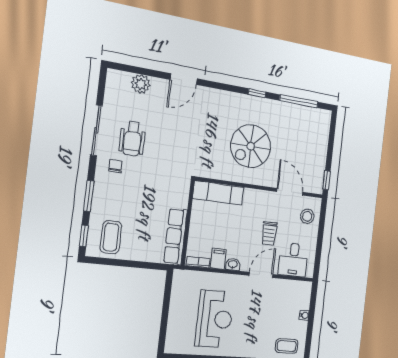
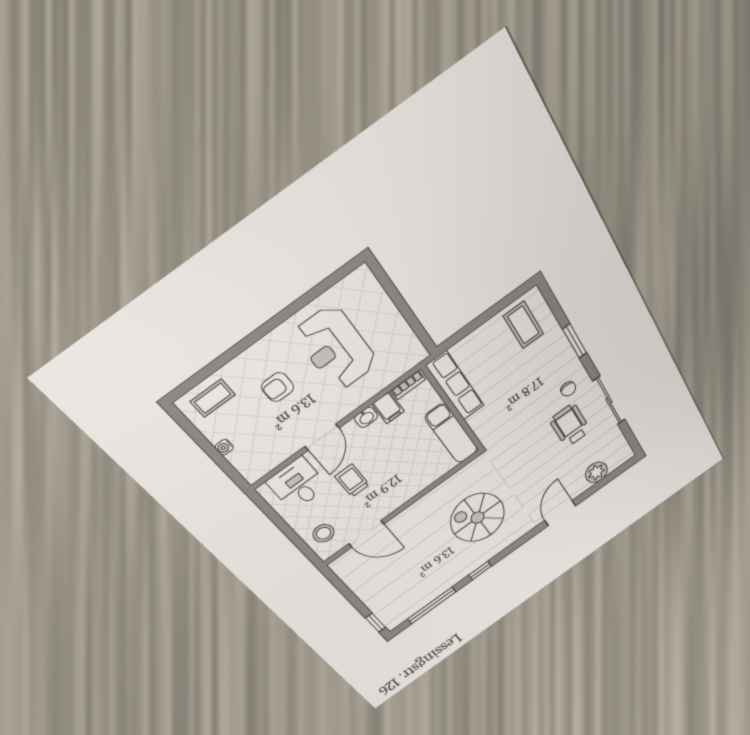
spiral stairs: (251, 146) -> (478, 518), moved, turned -90
window: (327, 180) -> (376, 623), moved
exam couch: (218, 193) -> (451, 433), moved, turned -90
window: (84, 236) -> (552, 302), removed
armchair: (256, 324) -> (278, 387), added

